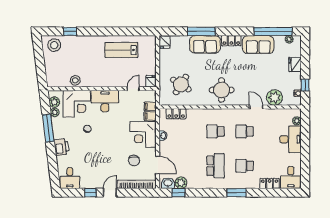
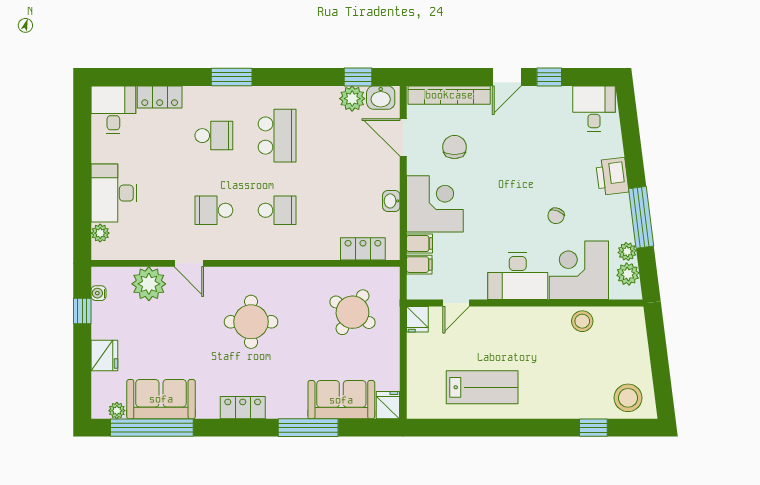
sofa: (205, 44) -> (341, 400), moved
sofa: (258, 45) -> (161, 399), moved
round table: (222, 90) -> (251, 322), moved
school desk: (245, 131) -> (214, 210), turned 180
school desk: (216, 166) -> (277, 136), turned 180

